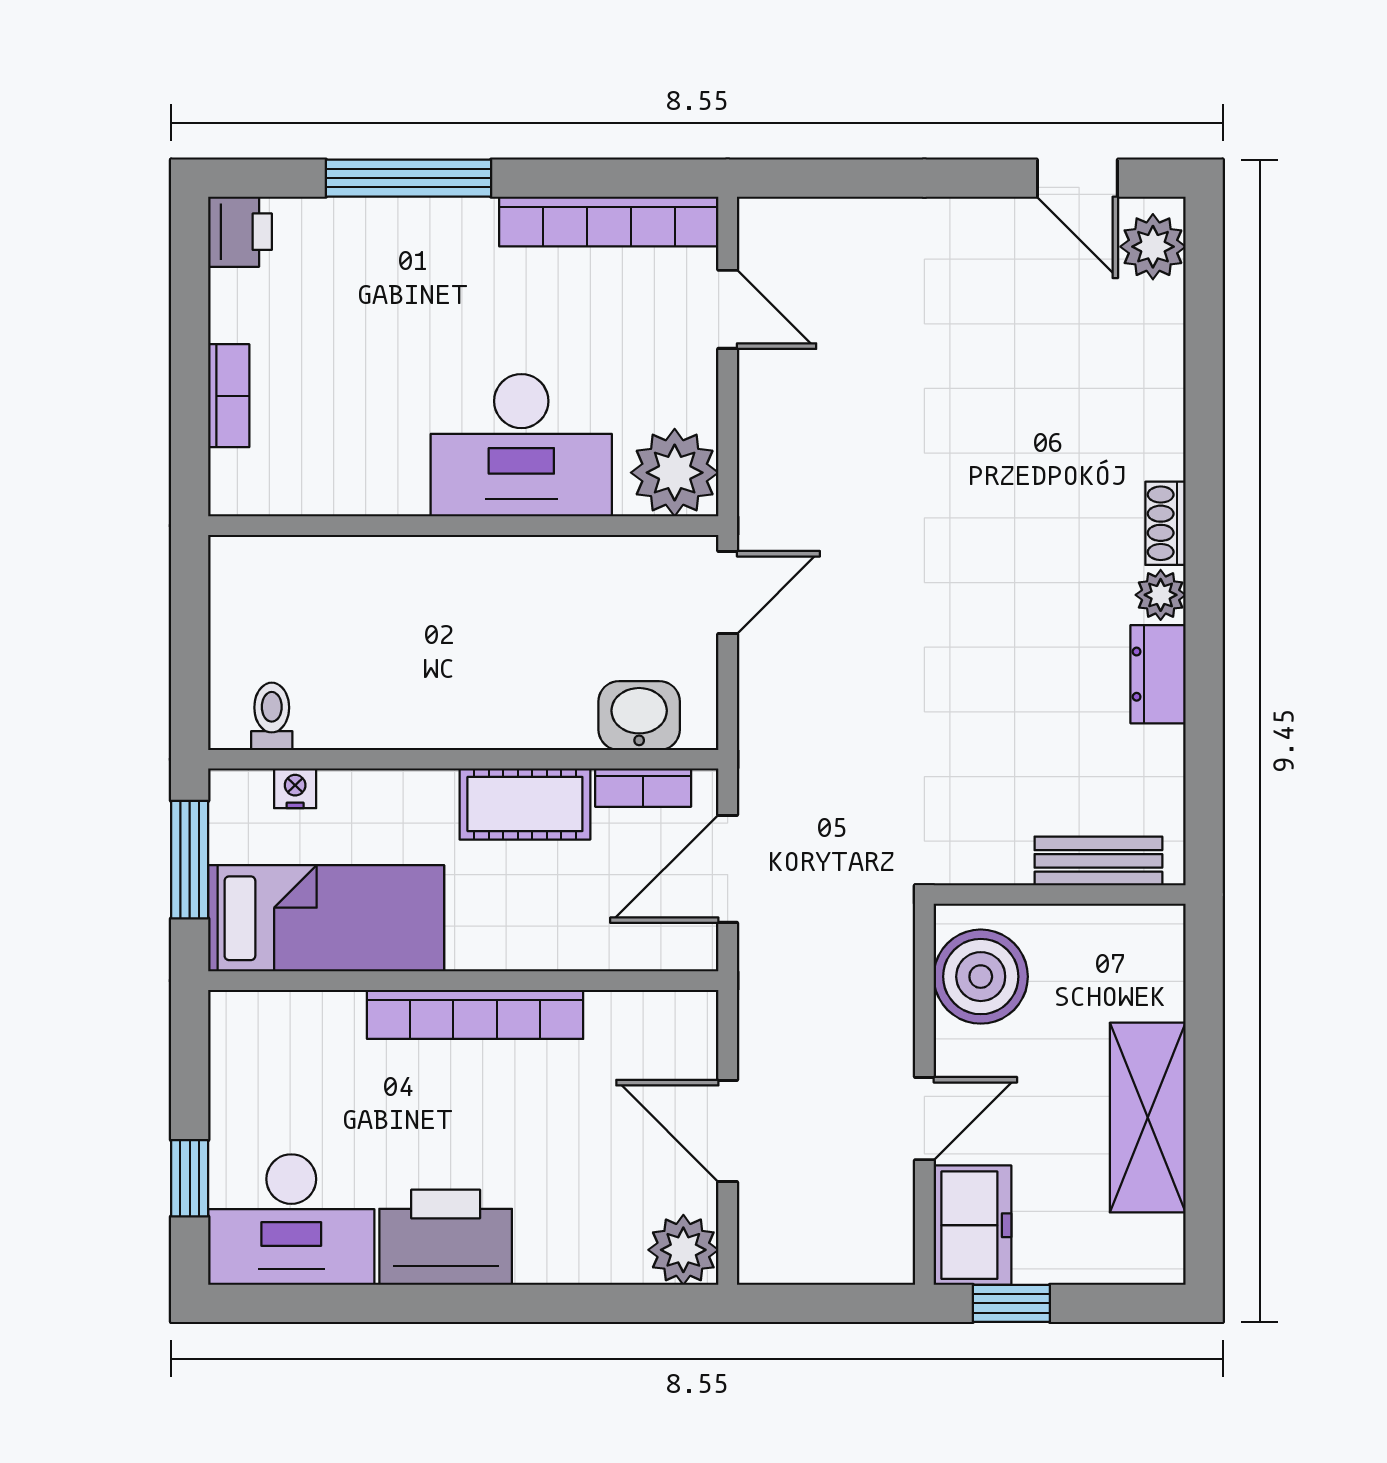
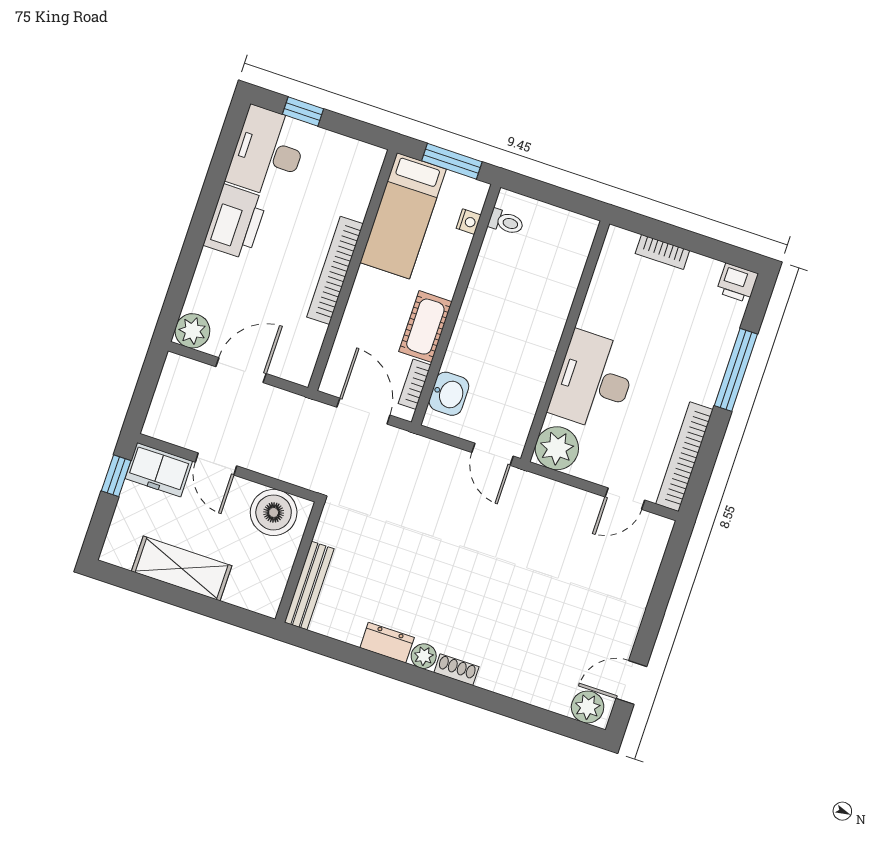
bench: (1098, 861) -> (309, 586), width x1.36

